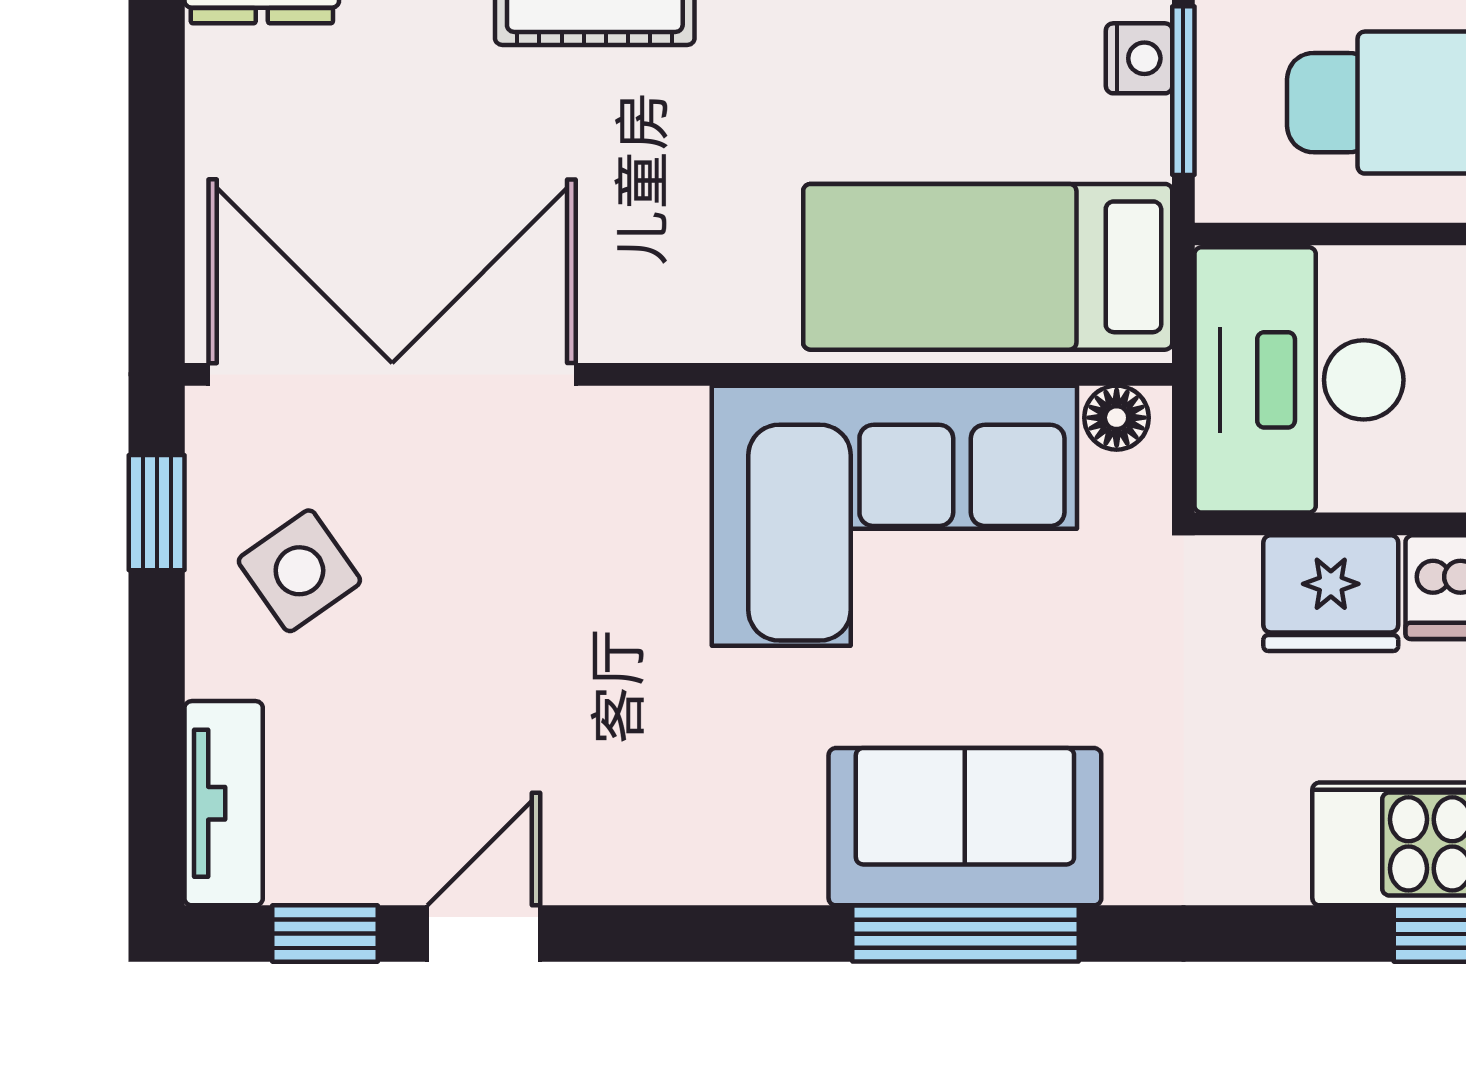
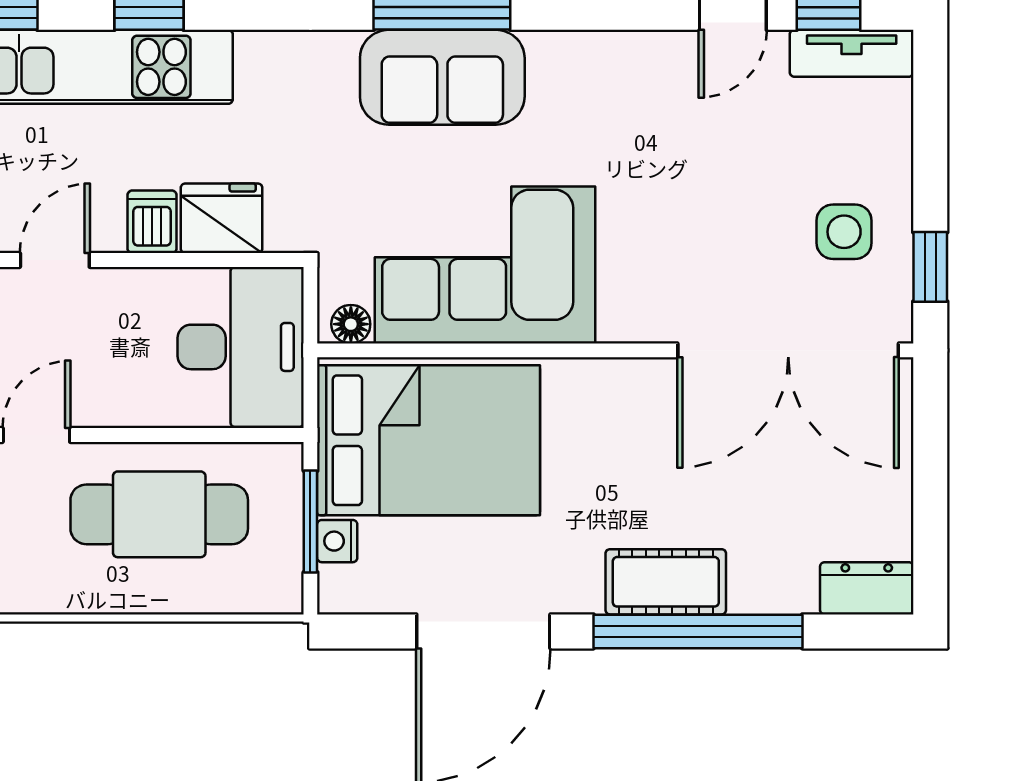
bed: (988, 267) -> (429, 440), width x1.50
side table: (299, 571) -> (844, 232), turned 35
tv unit: (224, 803) -> (852, 53), moved, turned -90

